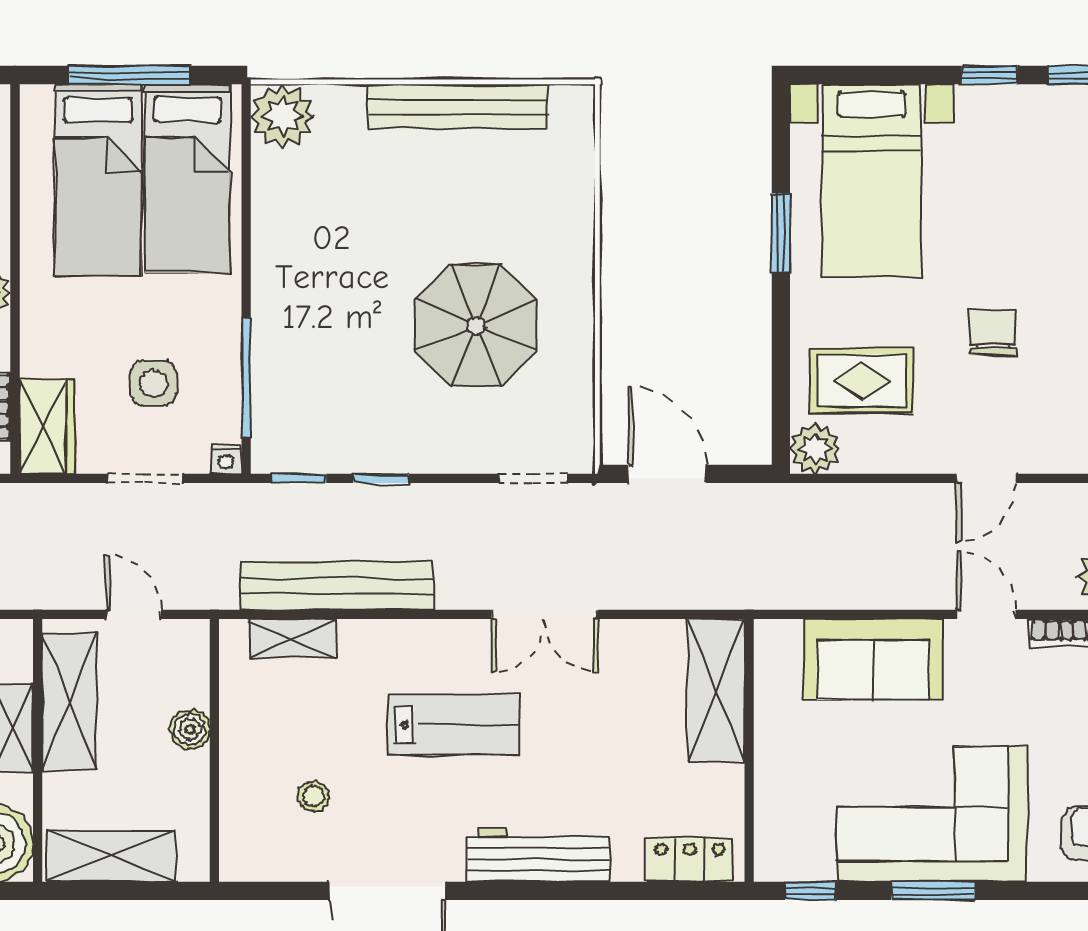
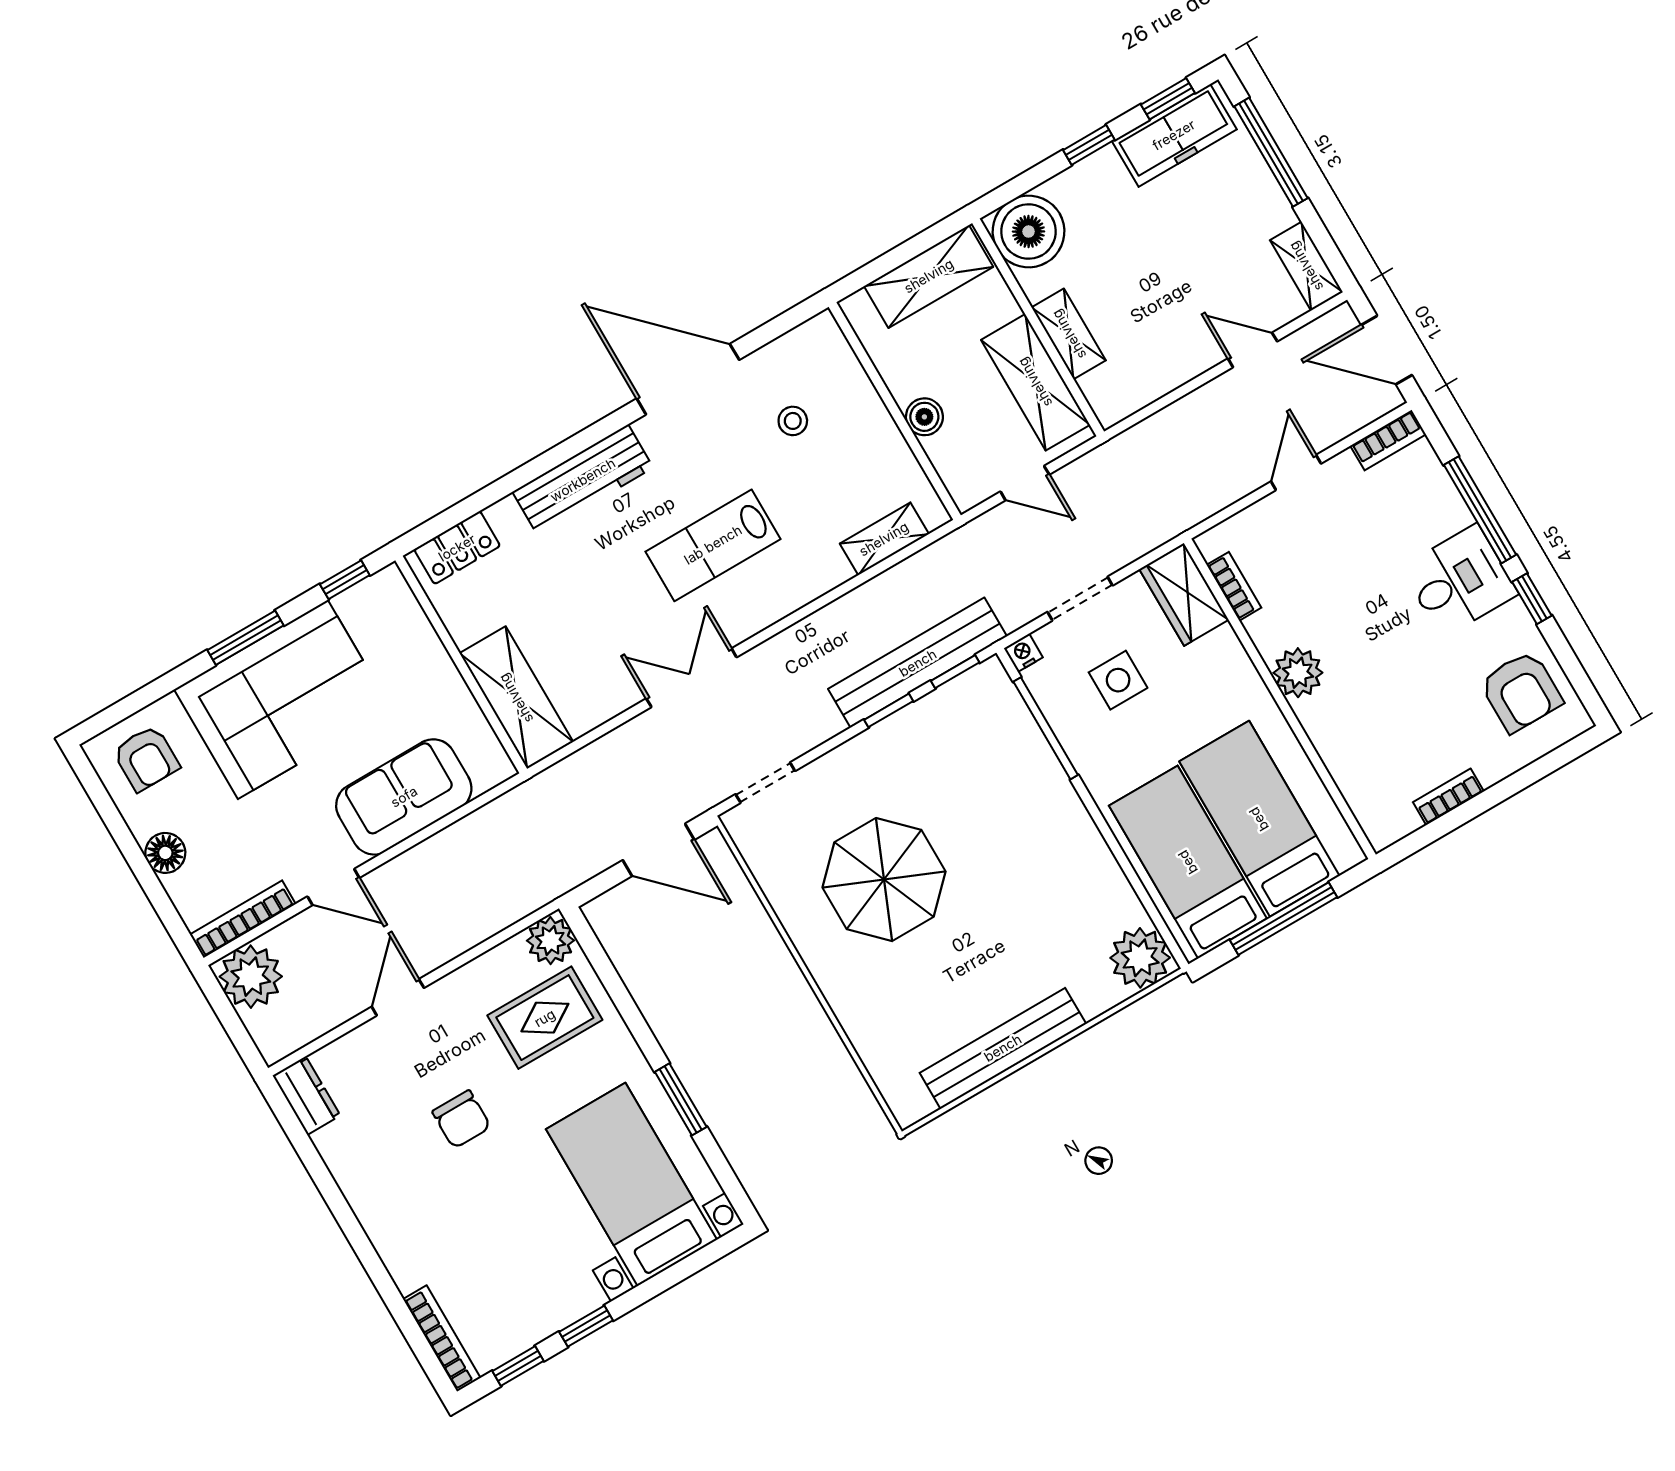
bench: (337, 586) -> (918, 663), moved

